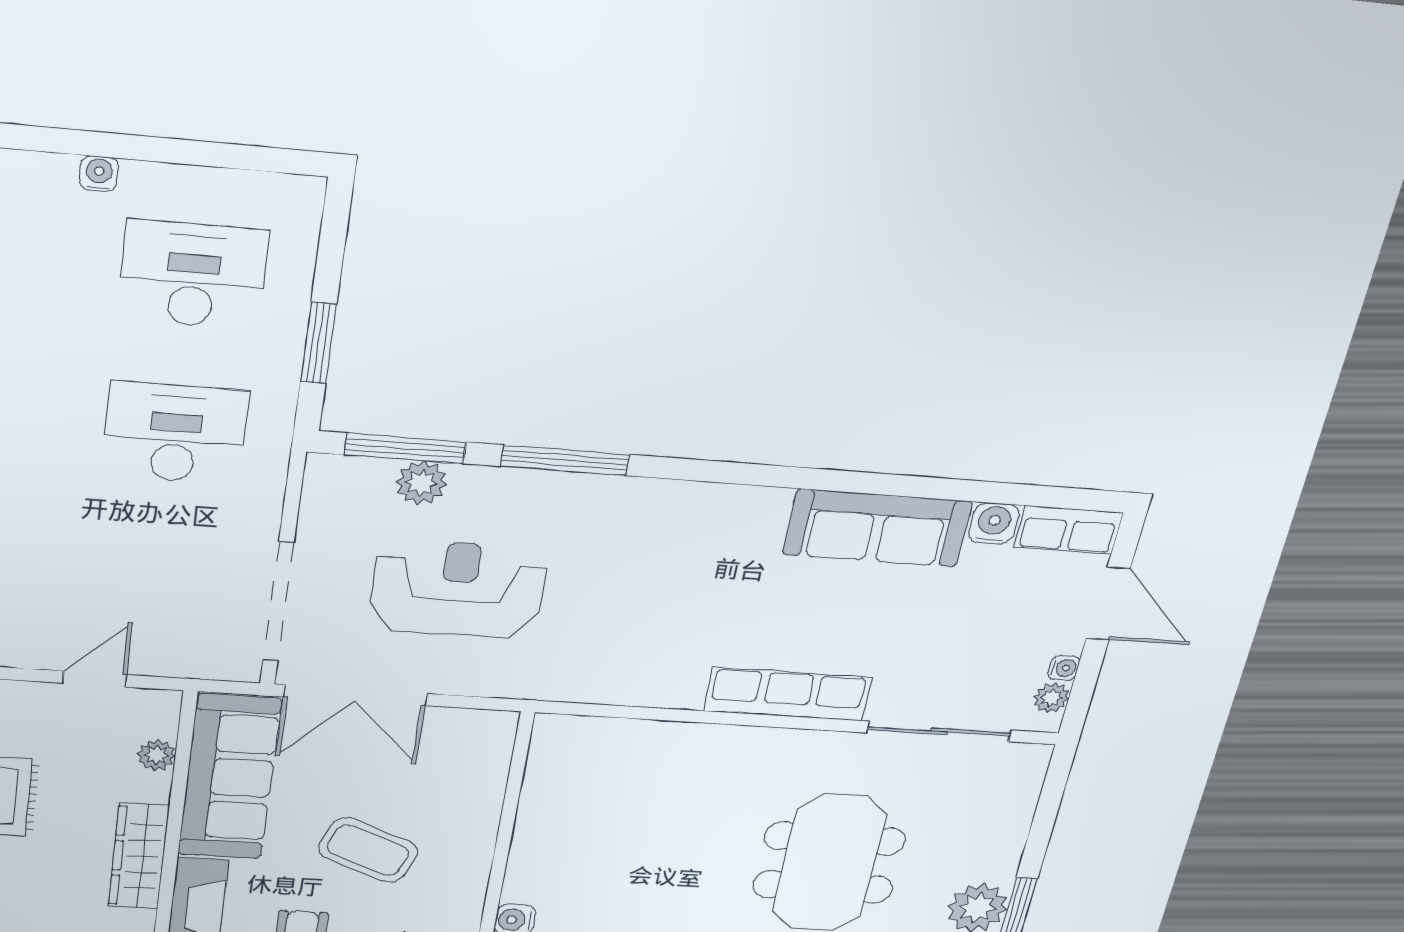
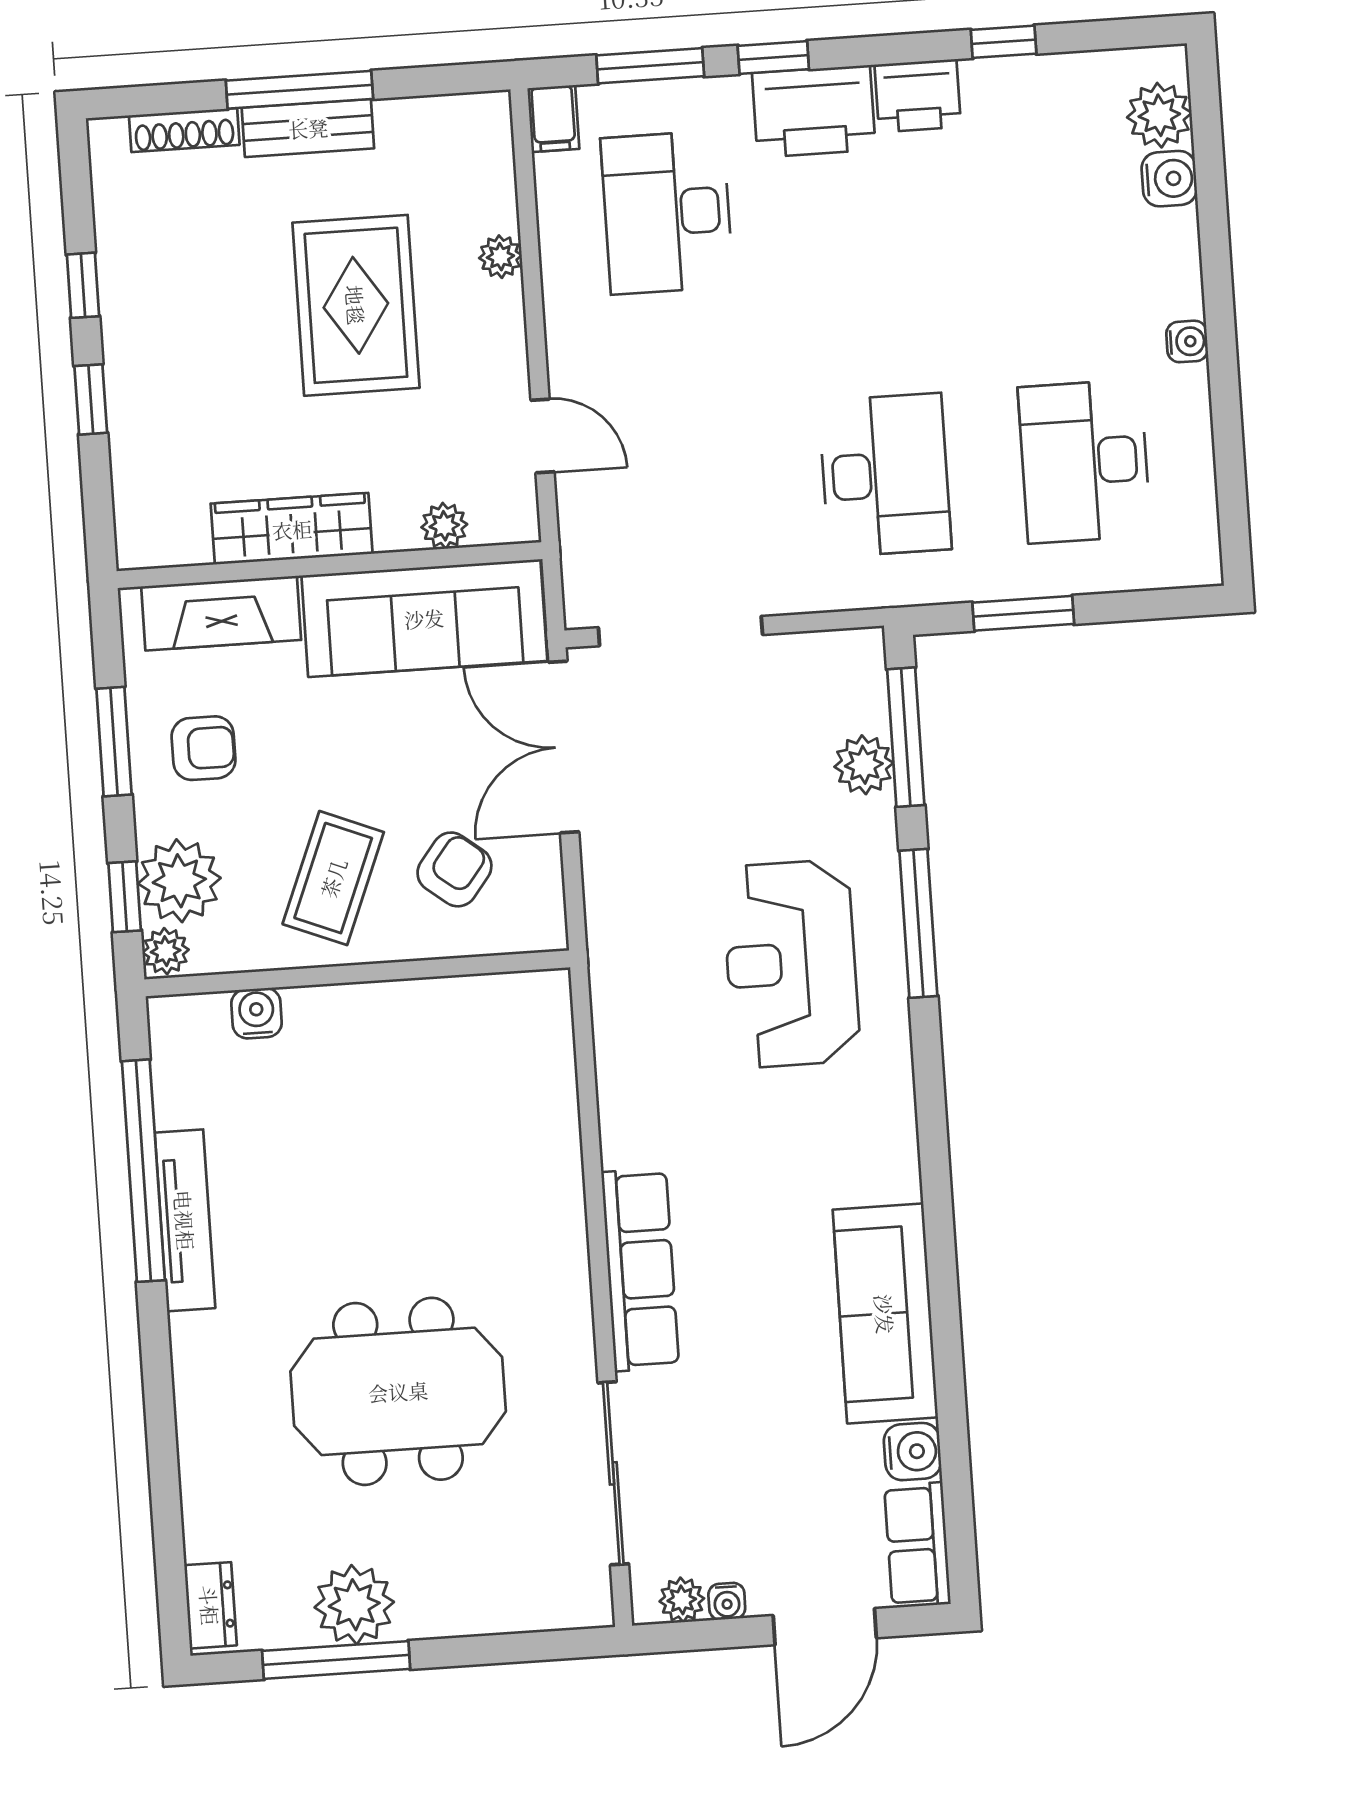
desk: (193, 275) -> (1084, 461), turned 180
reception desk: (458, 589) -> (791, 964), moved, turned 180
armchair: (436, 780) -> (454, 869), added
coffee table: (368, 850) -> (333, 878), moved

